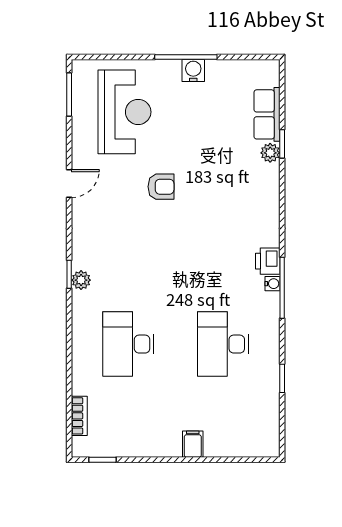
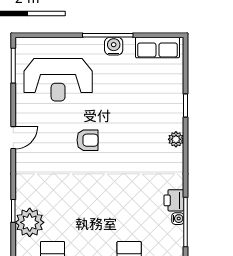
reception desk: (124, 112) -> (58, 80), turned 90
row of seats: (267, 114) -> (157, 48), moved, turned -90
plant: (270, 153) -> (176, 139), moved
plant: (81, 280) -> (30, 222), width x1.88, depth x1.88

